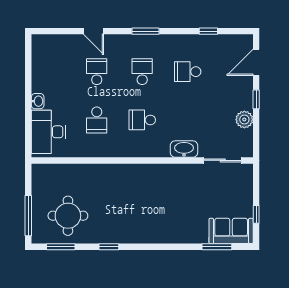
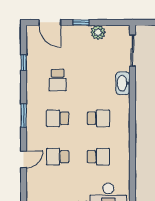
school desk: (142, 120) -> (98, 118), turned -90

